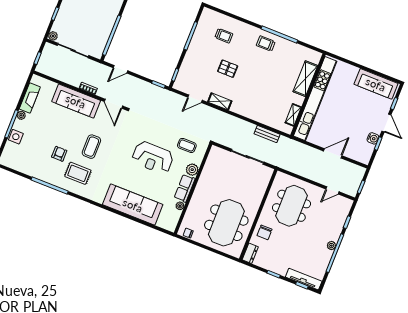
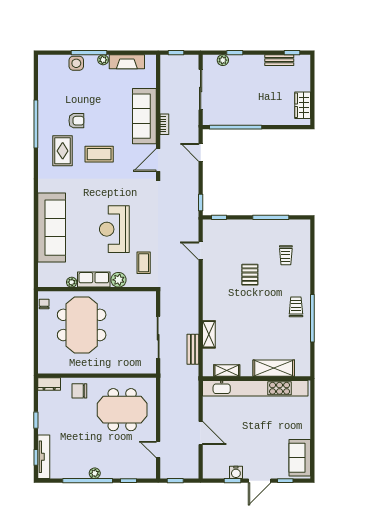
plant: (53, 36) -> (223, 60), moved
sofa: (376, 84) -> (300, 458), width x0.73
shelving: (220, 101) -> (209, 334), moved
meeting table: (226, 223) -> (82, 325), moved, turned 90

